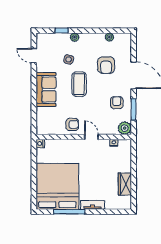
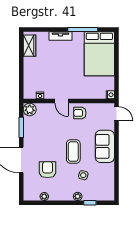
door: (34, 56) -> (116, 114), moved
armchair: (117, 103) -> (37, 134), removed
wardrobe: (125, 184) -> (30, 46), moved
bed: (57, 186) -> (99, 54), width x0.73

